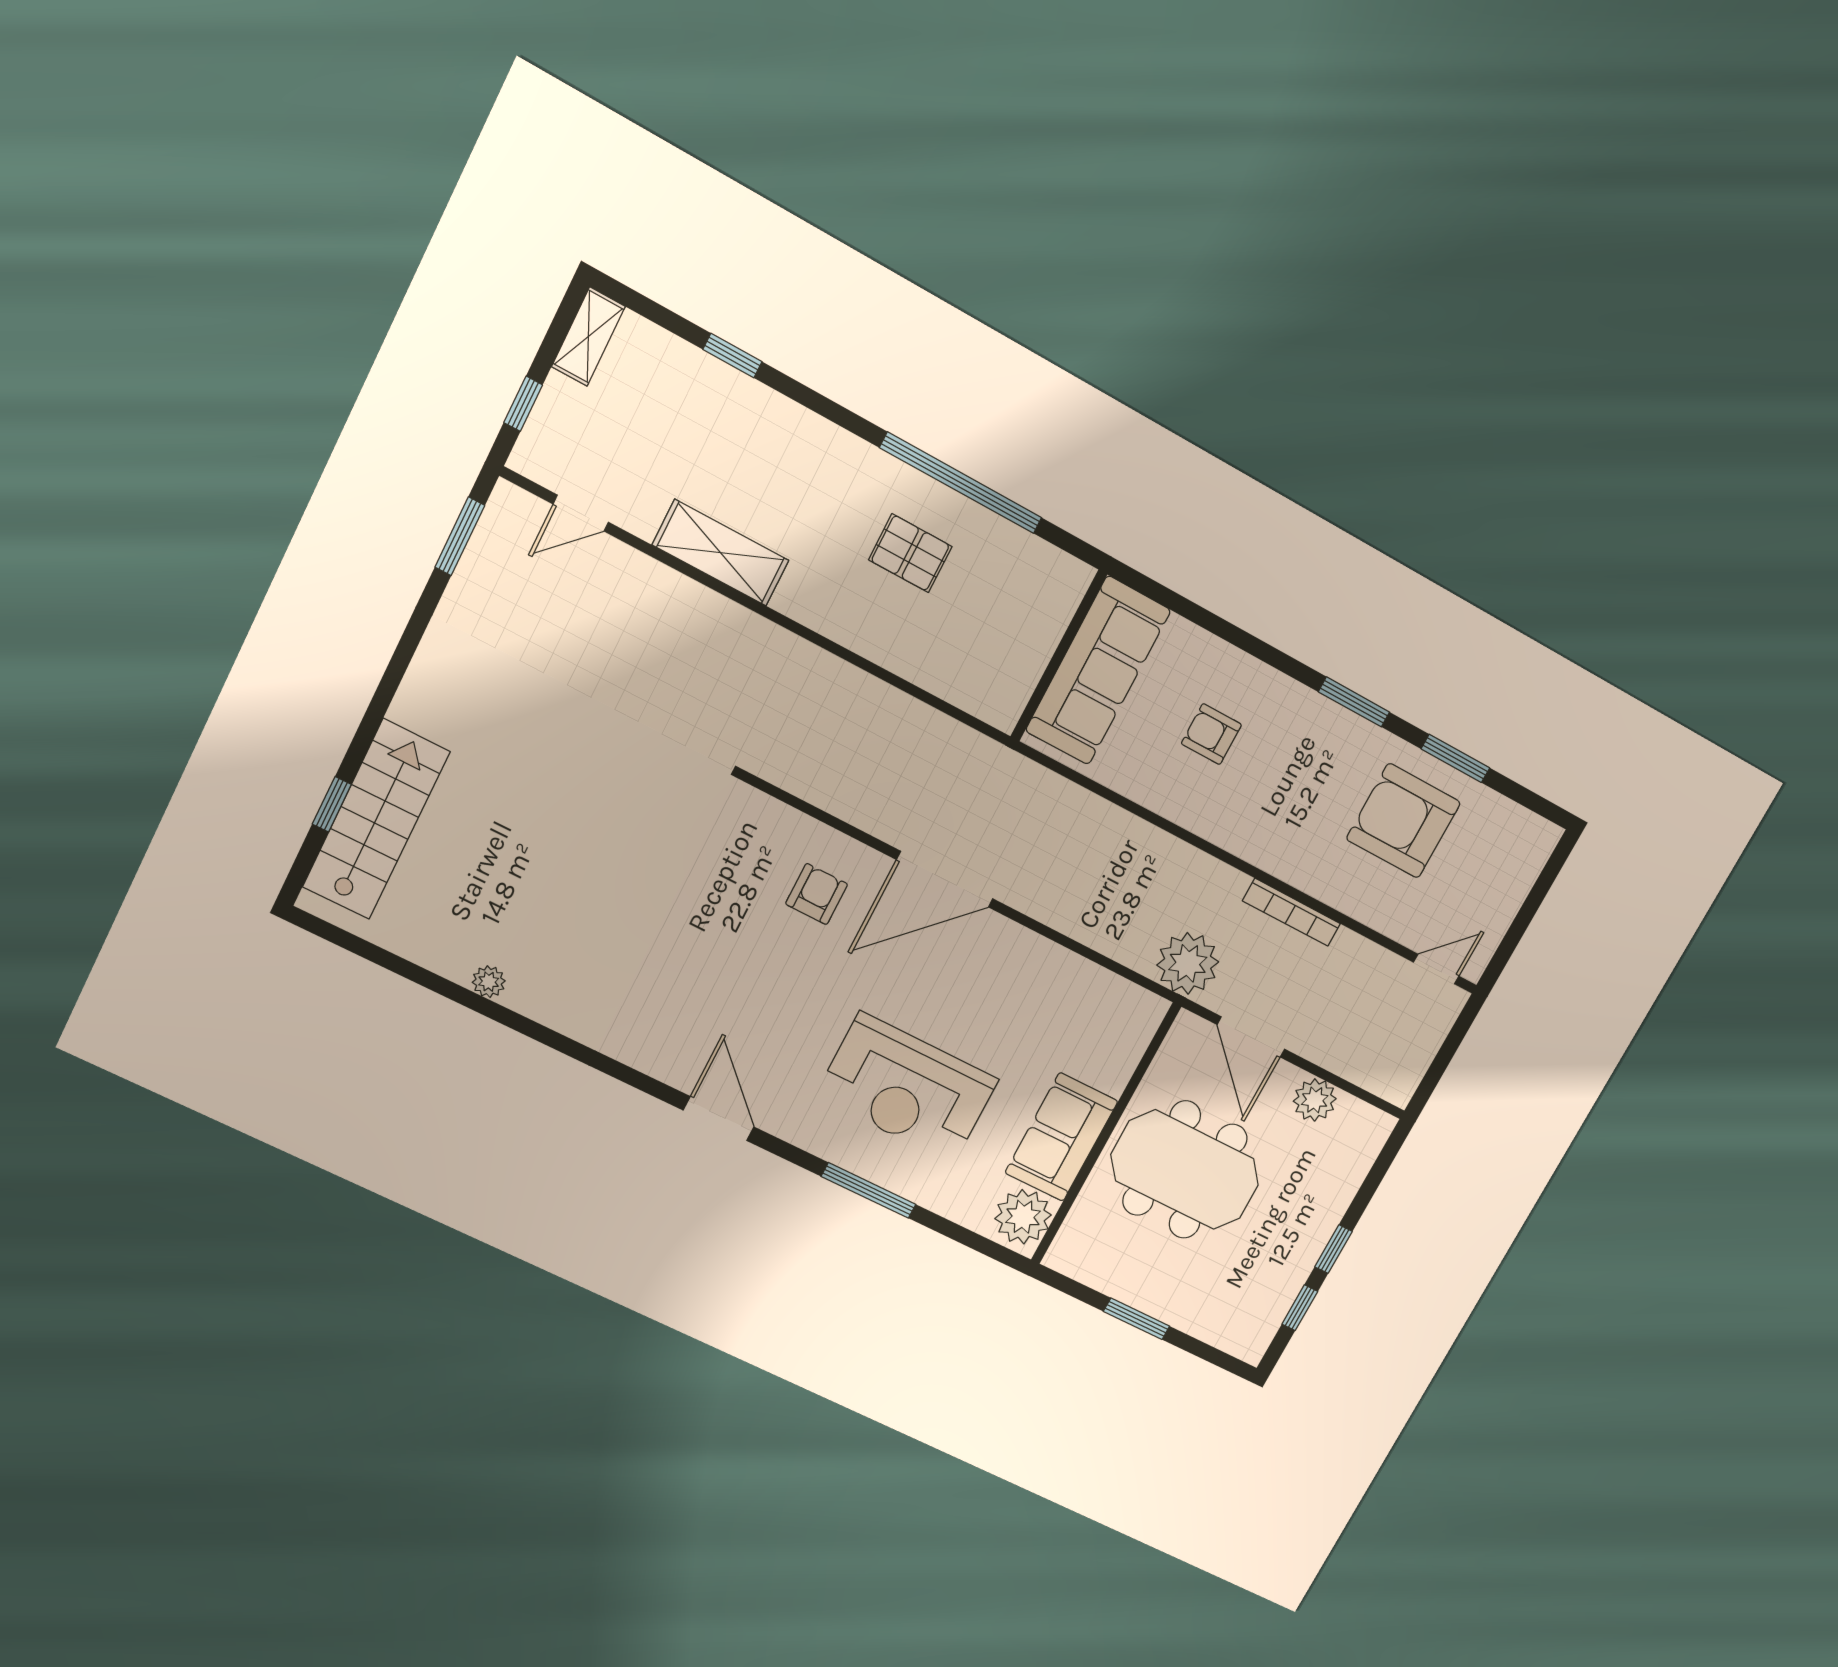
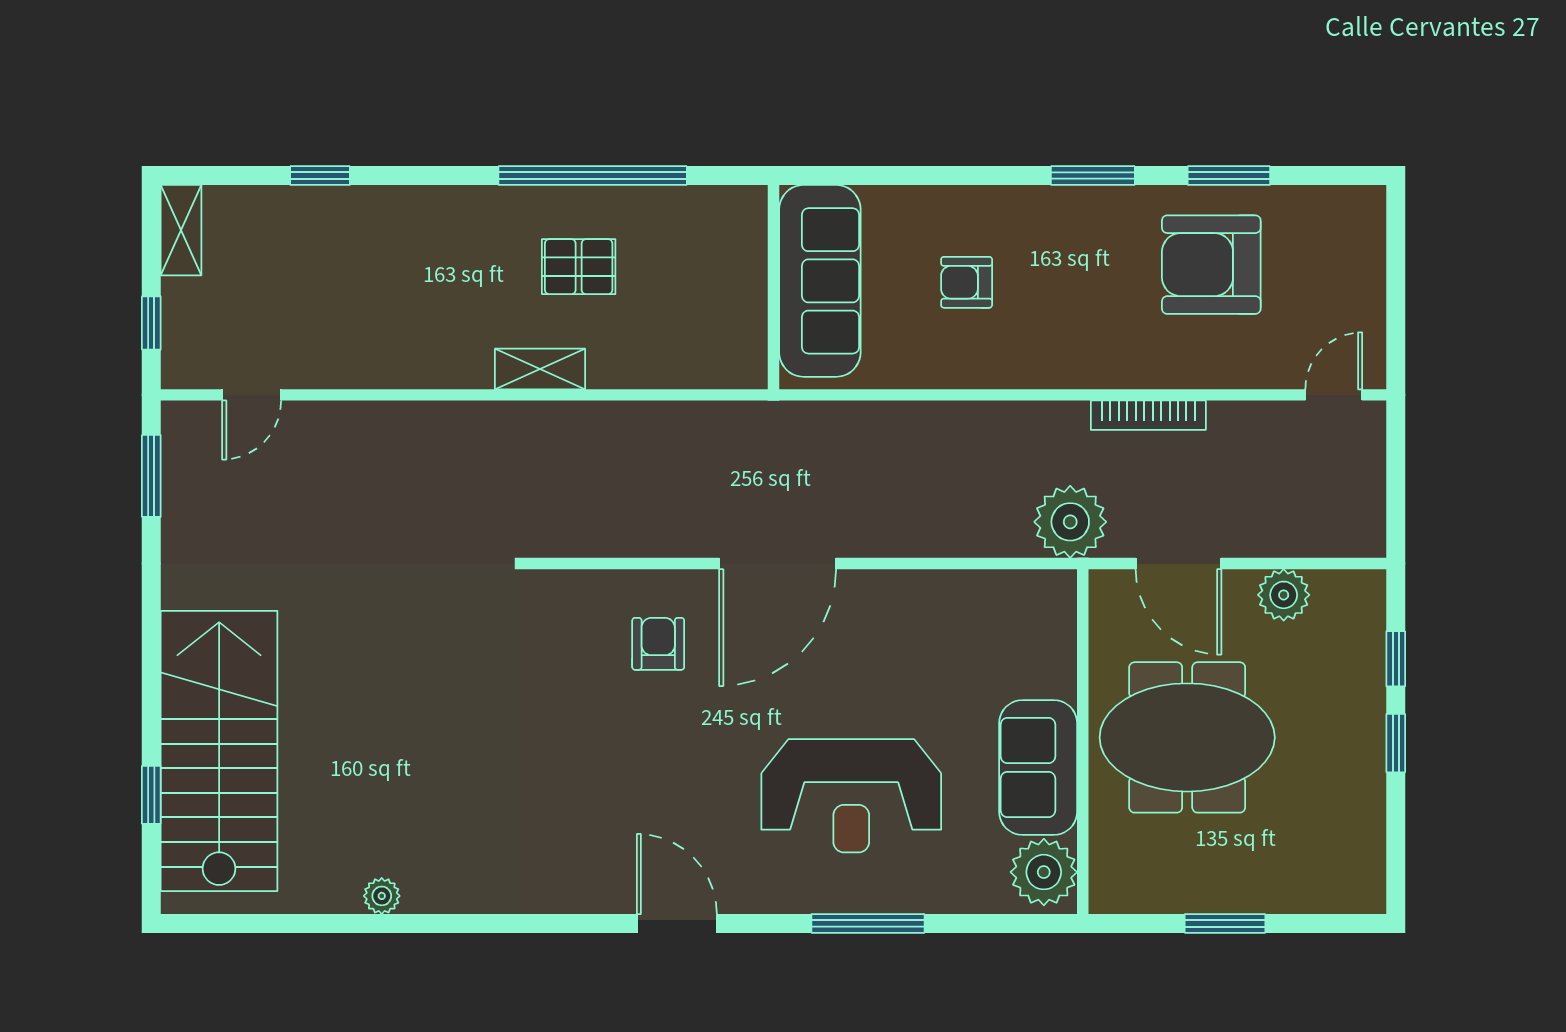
shelving: (721, 553) -> (540, 369), moved, width x0.67, depth x0.75
stairs: (376, 819) -> (219, 751), width x1.36, depth x1.51
window: (1300, 1308) -> (1396, 659), moved

